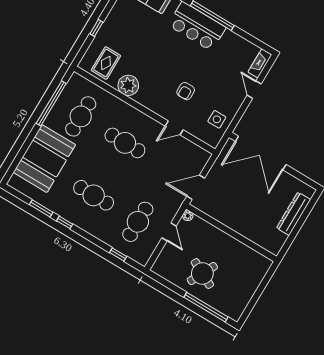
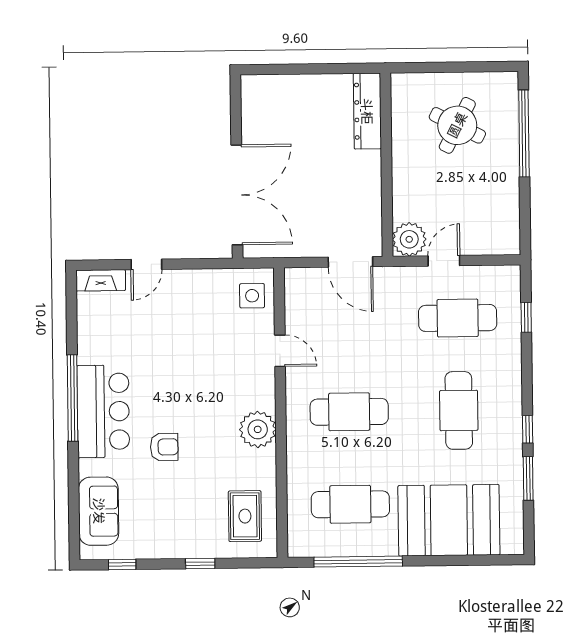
rug: (106, 63) -> (245, 516), turned 90
plant: (128, 85) -> (258, 429), moved
armchair: (186, 91) -> (164, 447), moved
side table: (217, 119) -> (252, 296), moved
cafe table: (125, 143) -> (349, 412), turned 90
dresser: (294, 214) -> (367, 111), moved, turned 90
plant: (188, 216) -> (409, 239), width x1.88, depth x1.88
round table: (202, 274) -> (457, 125), moved

